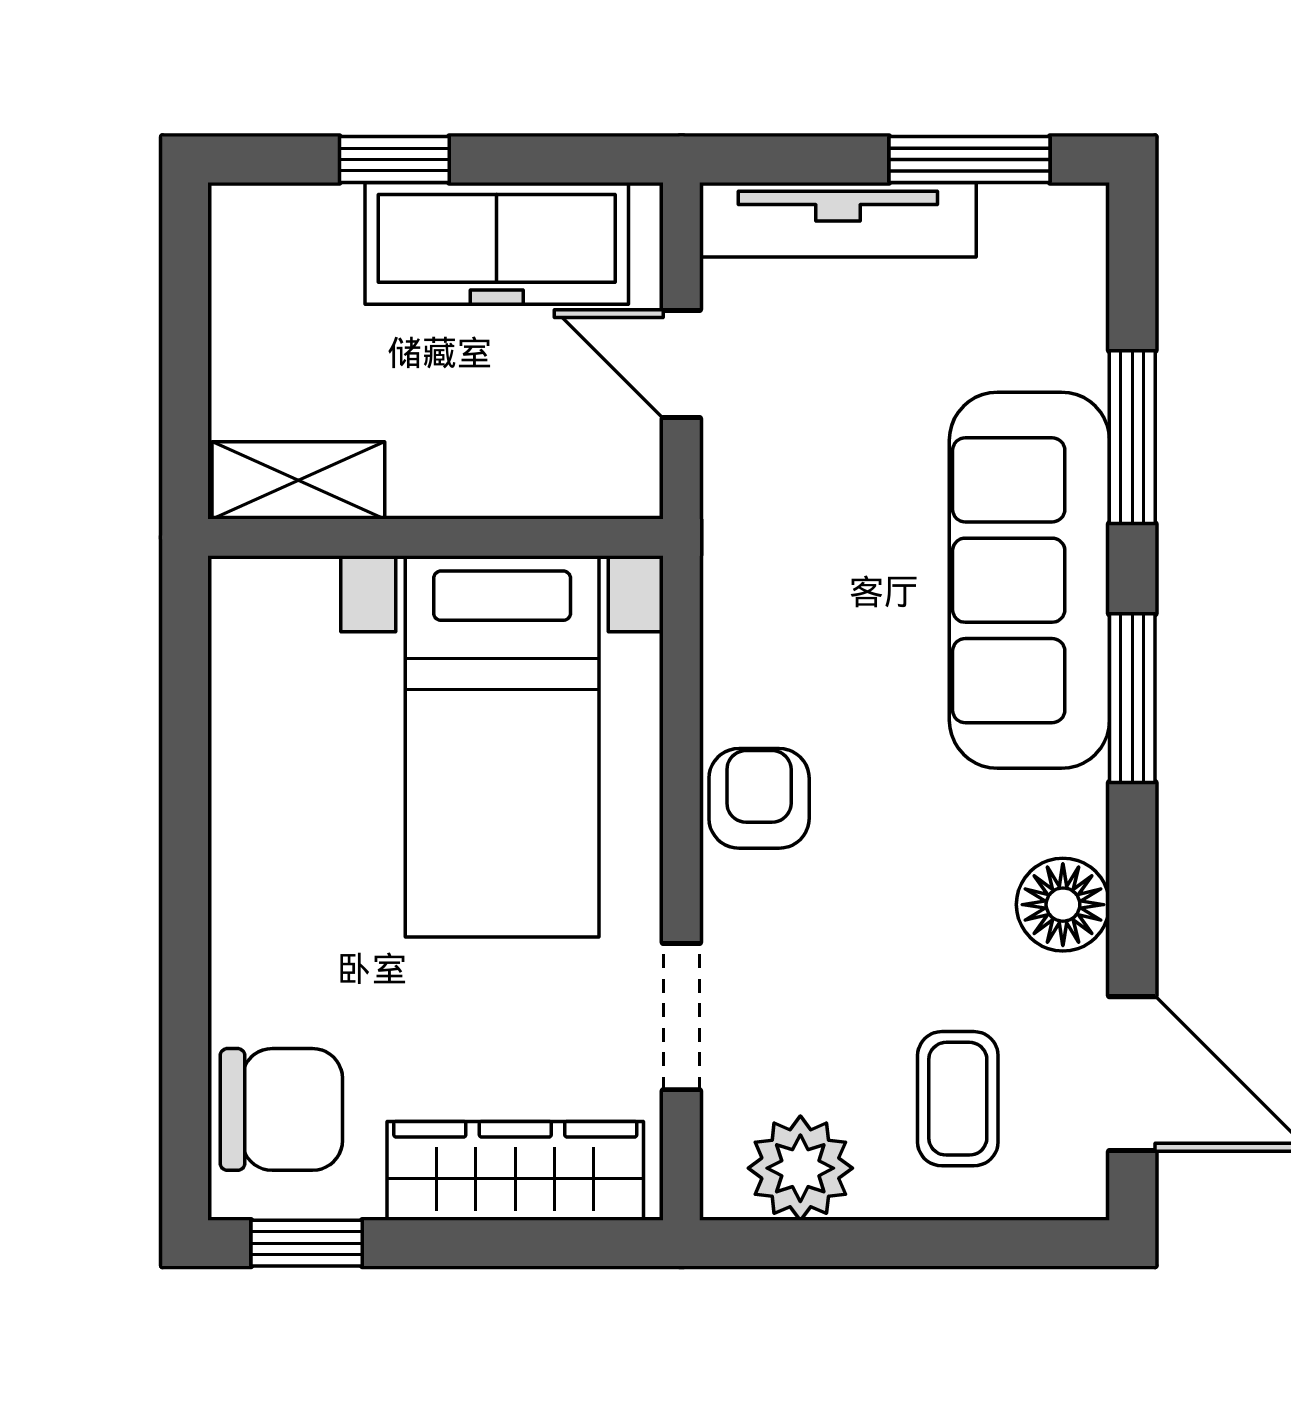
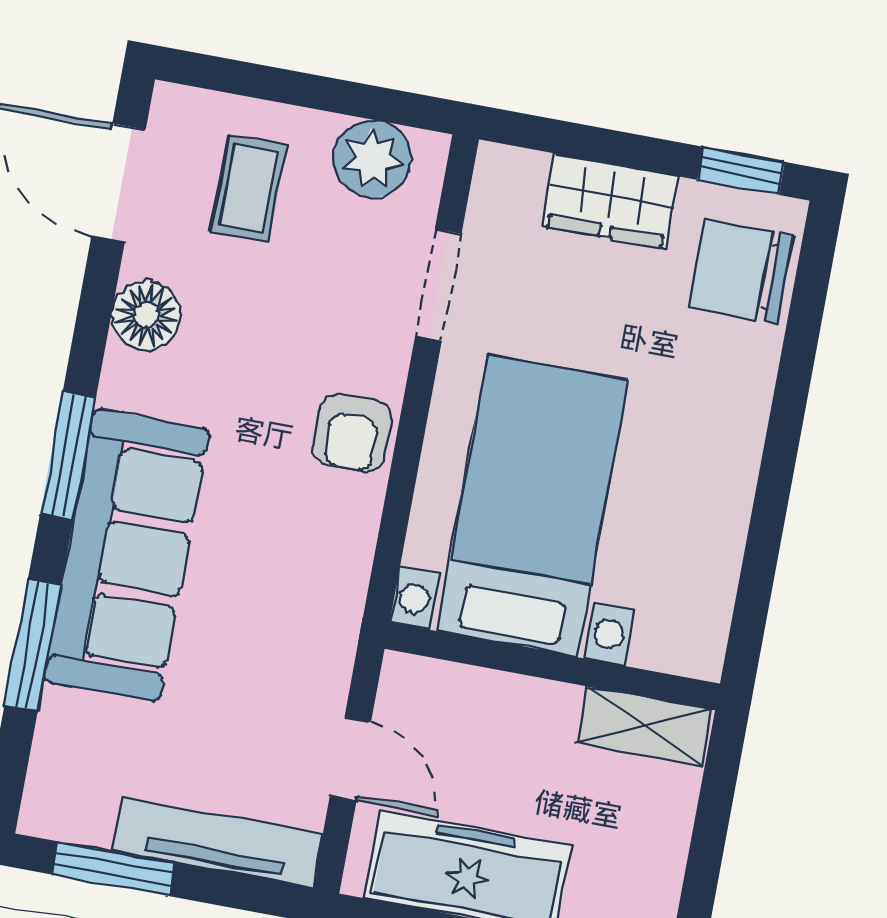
wardrobe: (515, 1171) -> (611, 201), width x0.67

